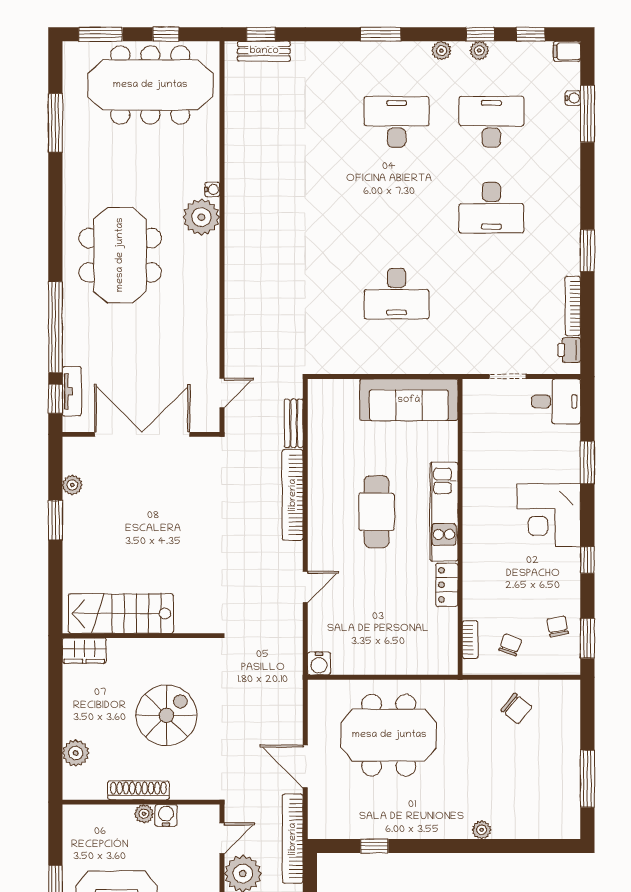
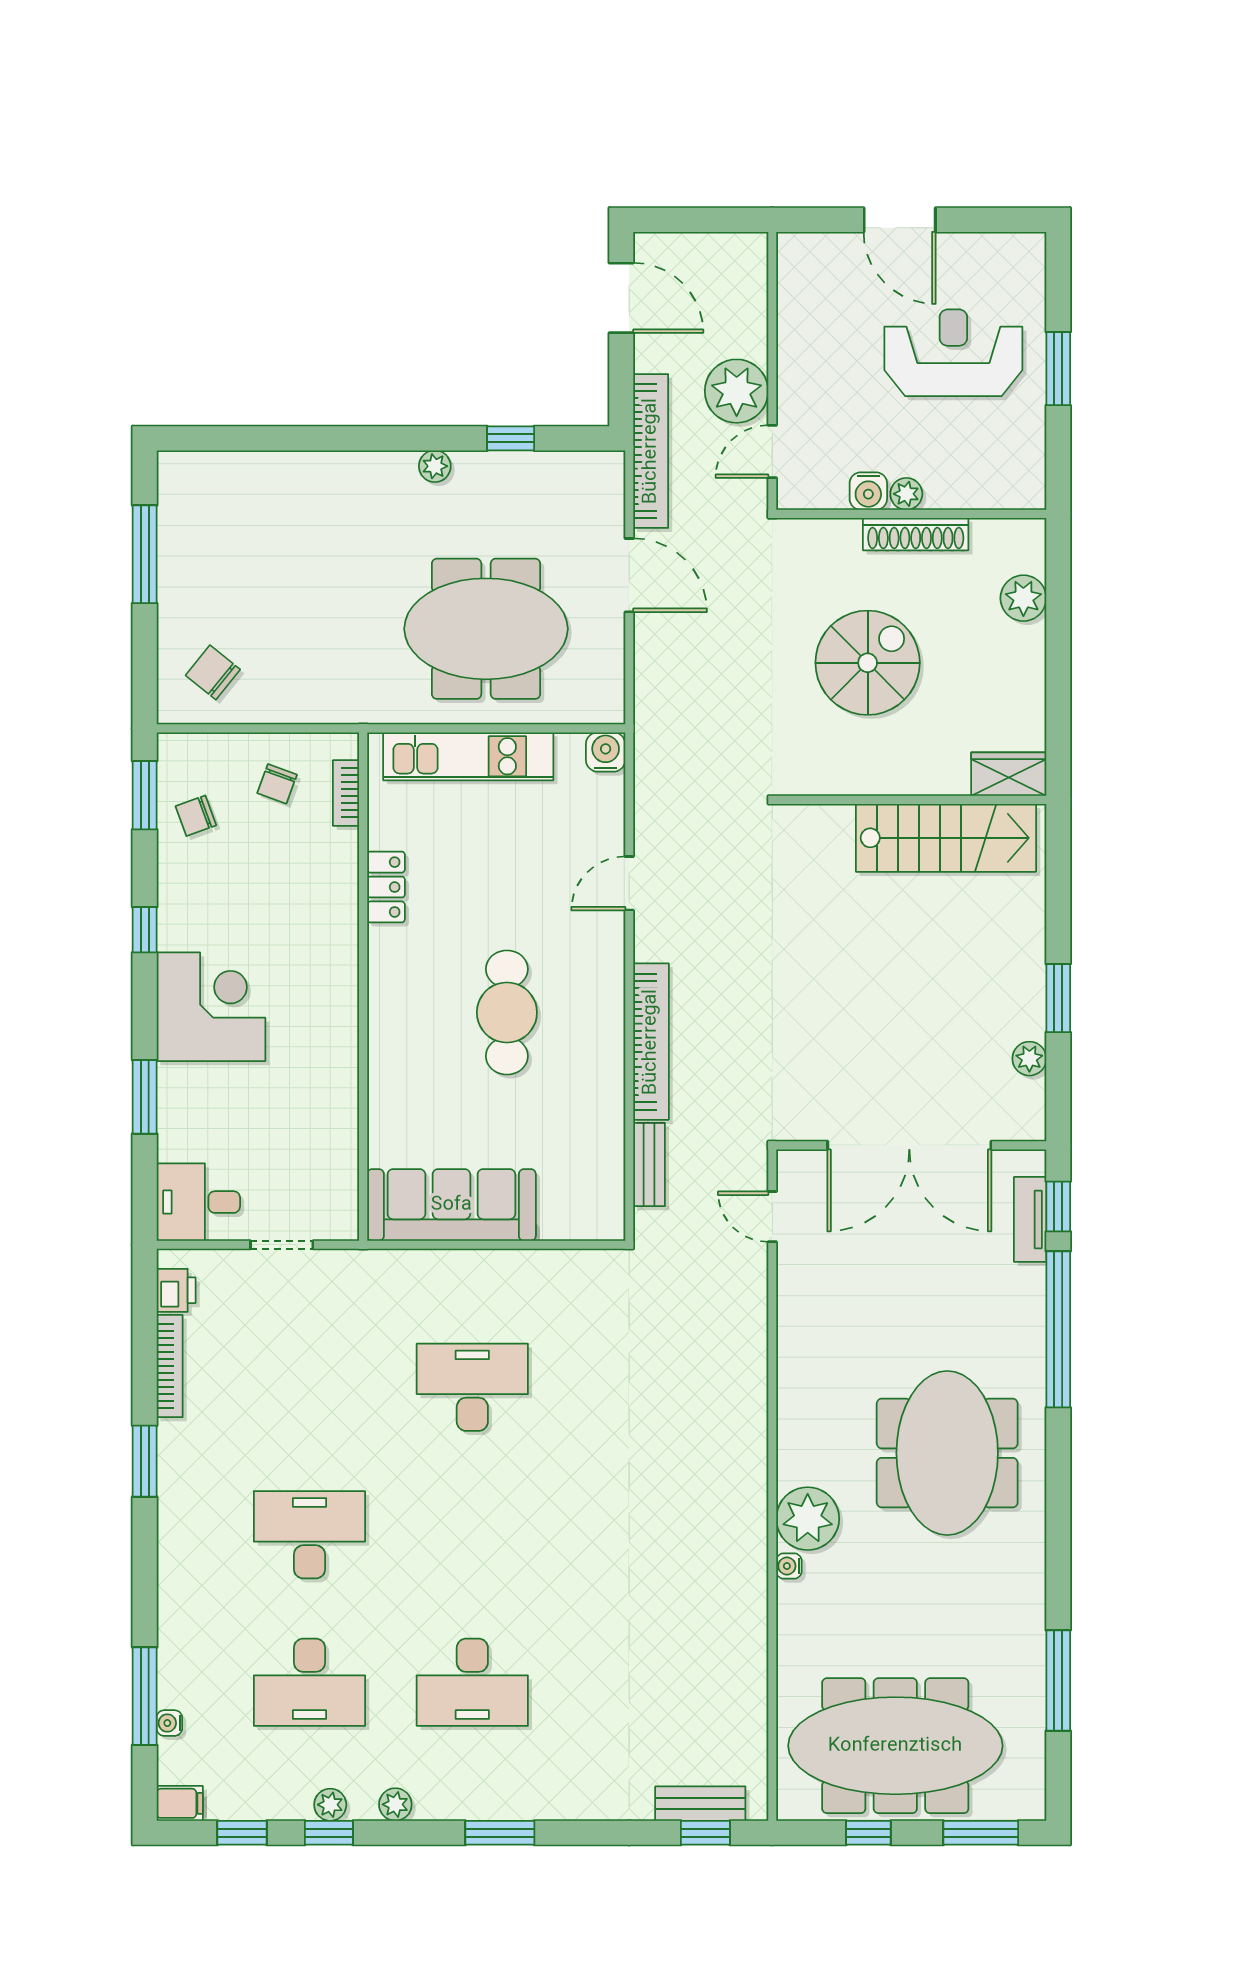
door: (222, 393) -> (772, 1217), hinge flipped
kitchen unit: (444, 512) -> (468, 756), moved, turned 90
chair: (558, 626) -> (196, 816), turned 81
chair: (516, 708) -> (213, 672), moved
spiral stairs: (166, 715) -> (868, 663), turned 180
plant: (482, 830) -> (435, 466), moved

